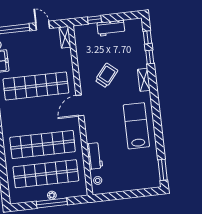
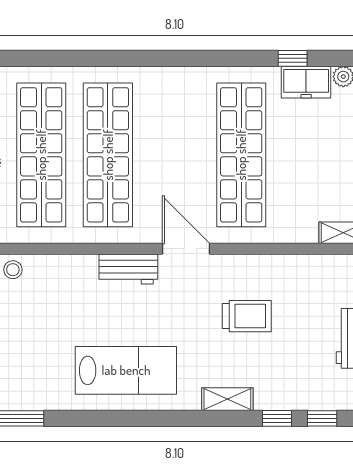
trolley: (106, 75) -> (247, 316), turned -40
workbench: (95, 156) -> (128, 269), moved

